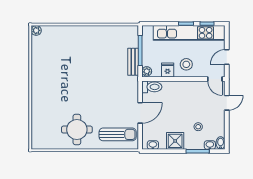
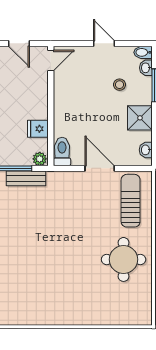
stool: (186, 64) -> (30, 102), removed
door: (227, 103) -> (104, 43), moved

